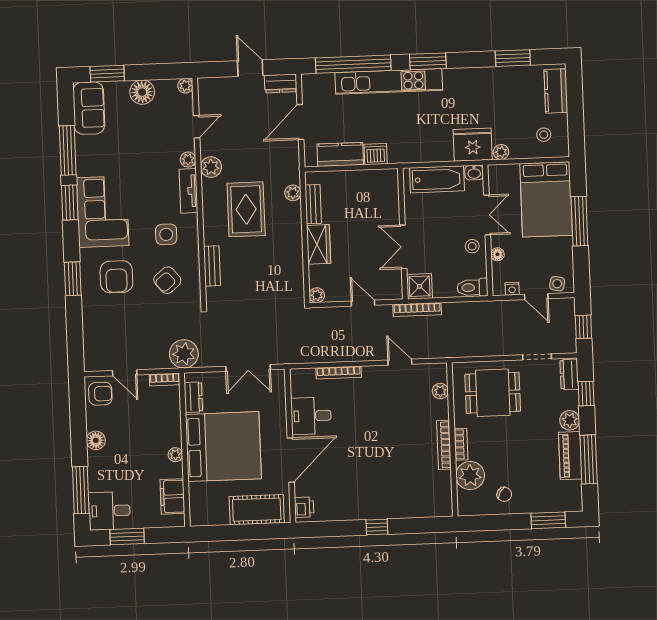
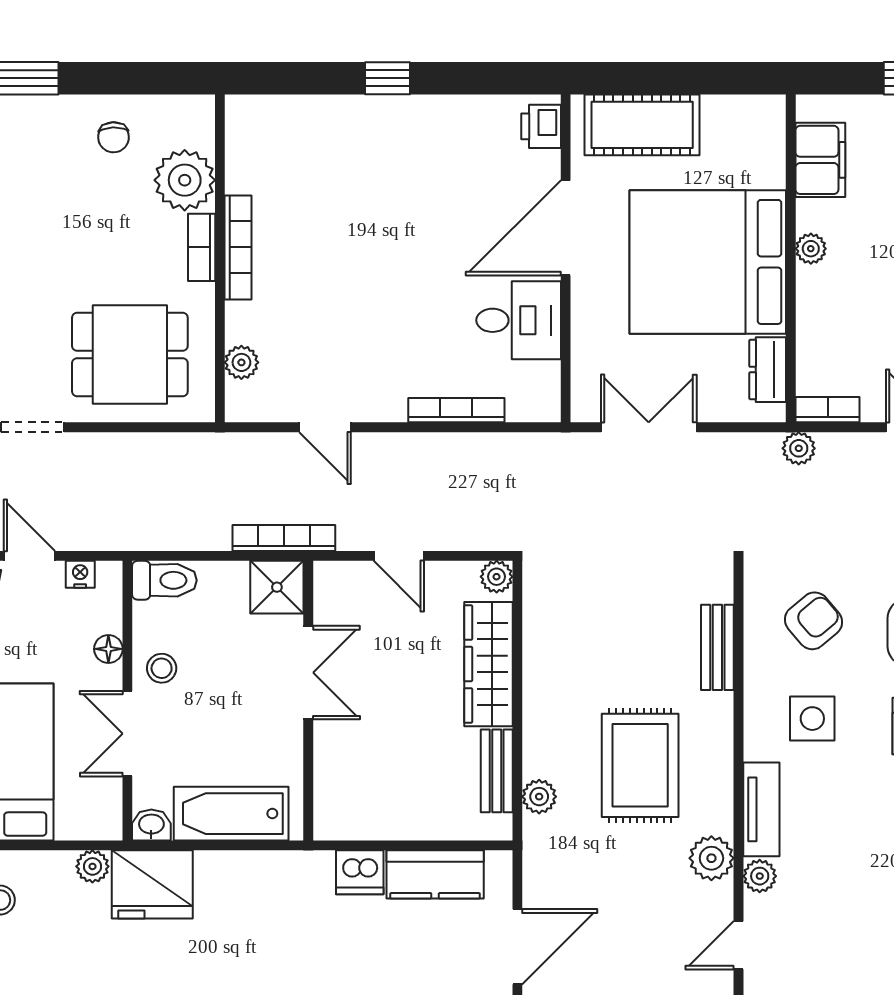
wardrobe: (319, 244) -> (488, 664), width x1.50
plant: (184, 354) -> (799, 448), width x0.53, depth x0.53
chair: (504, 494) -> (114, 137), turned -122

